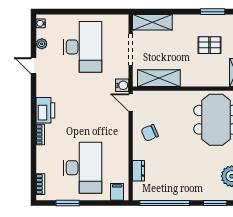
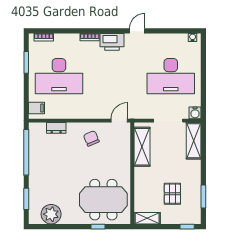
plant: (42, 44) -> (174, 38), removed
door: (34, 66) -> (137, 31), moved
water cooler: (122, 85) -> (195, 113), moved

